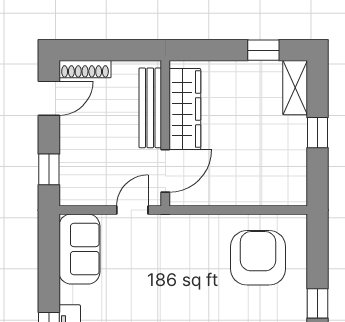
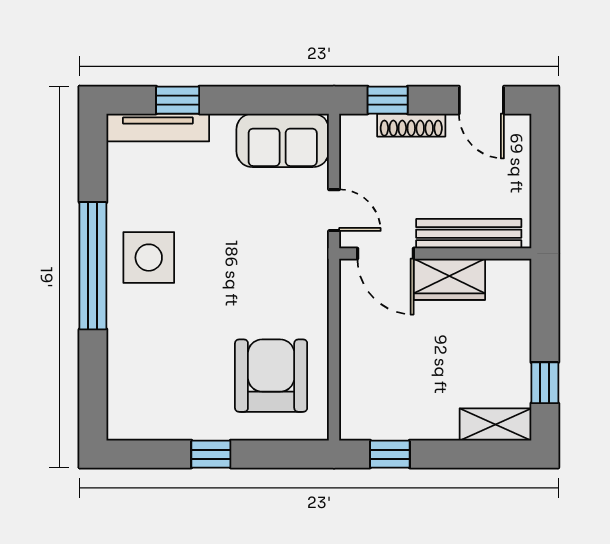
shoe rack: (85, 69) -> (411, 125), moved, turned -90
wardrobe: (185, 109) -> (449, 279), width x0.67
window: (318, 133) -> (390, 454), moved
armchair: (258, 258) -> (271, 376), turned -90

